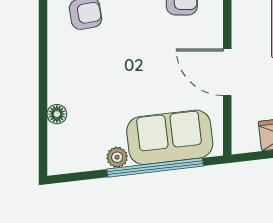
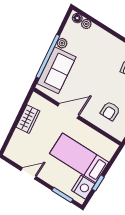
floor lamp: (57, 114) -> (77, 18), moved
plant: (57, 136) -> (86, 24), added

